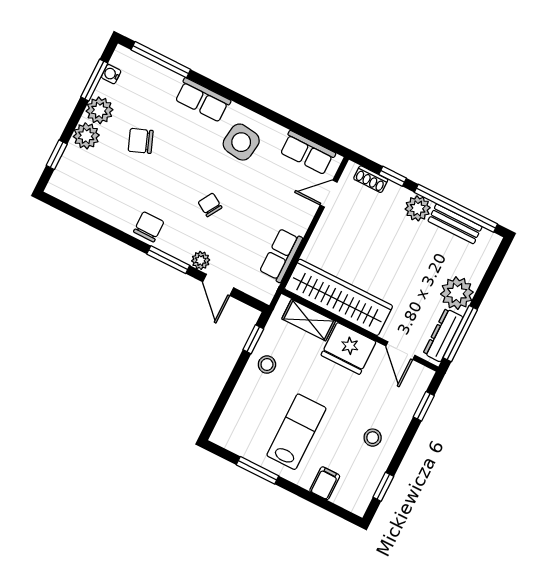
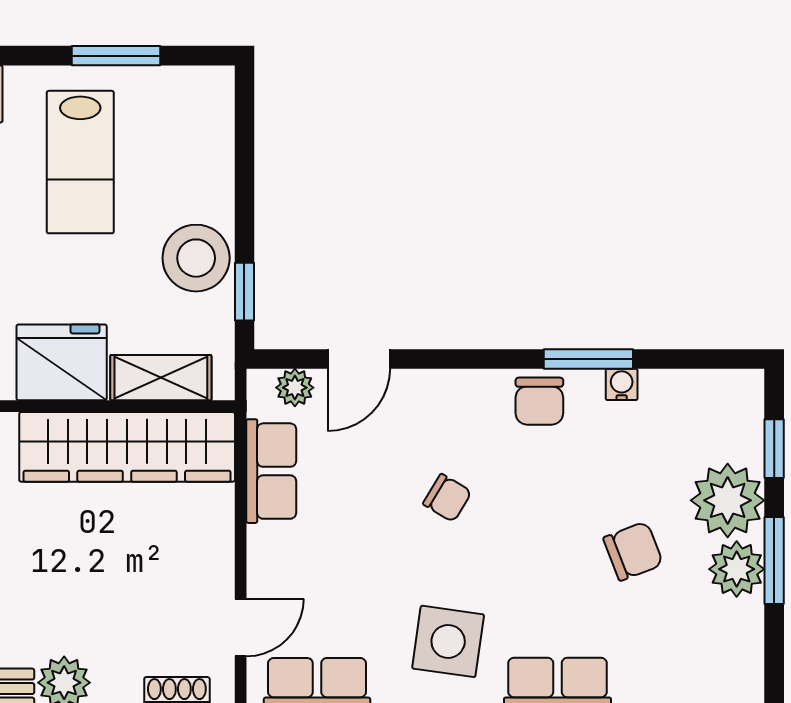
water cooler: (111, 74) -> (622, 384), moved, turned -90
window: (94, 80) -> (774, 561), moved
plant: (86, 136) -> (728, 500), width x1.36, depth x1.36
window: (168, 260) -> (588, 359), moved
plant: (201, 260) -> (295, 388), moved
door: (218, 285) -> (359, 359), swing flipped
stool: (267, 365) -> (196, 258), width x1.89, depth x1.89

